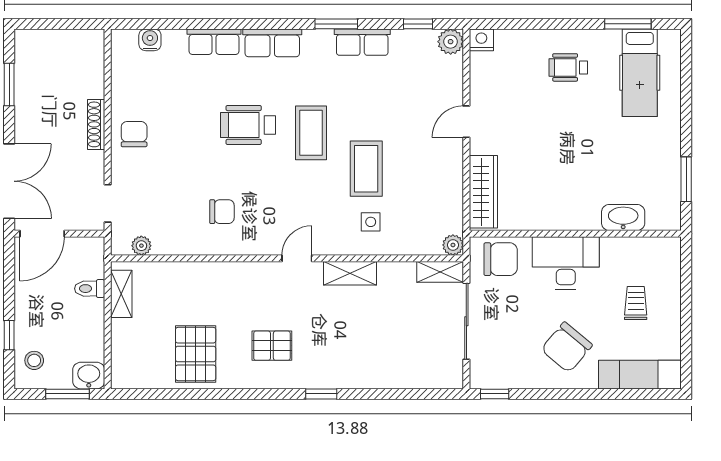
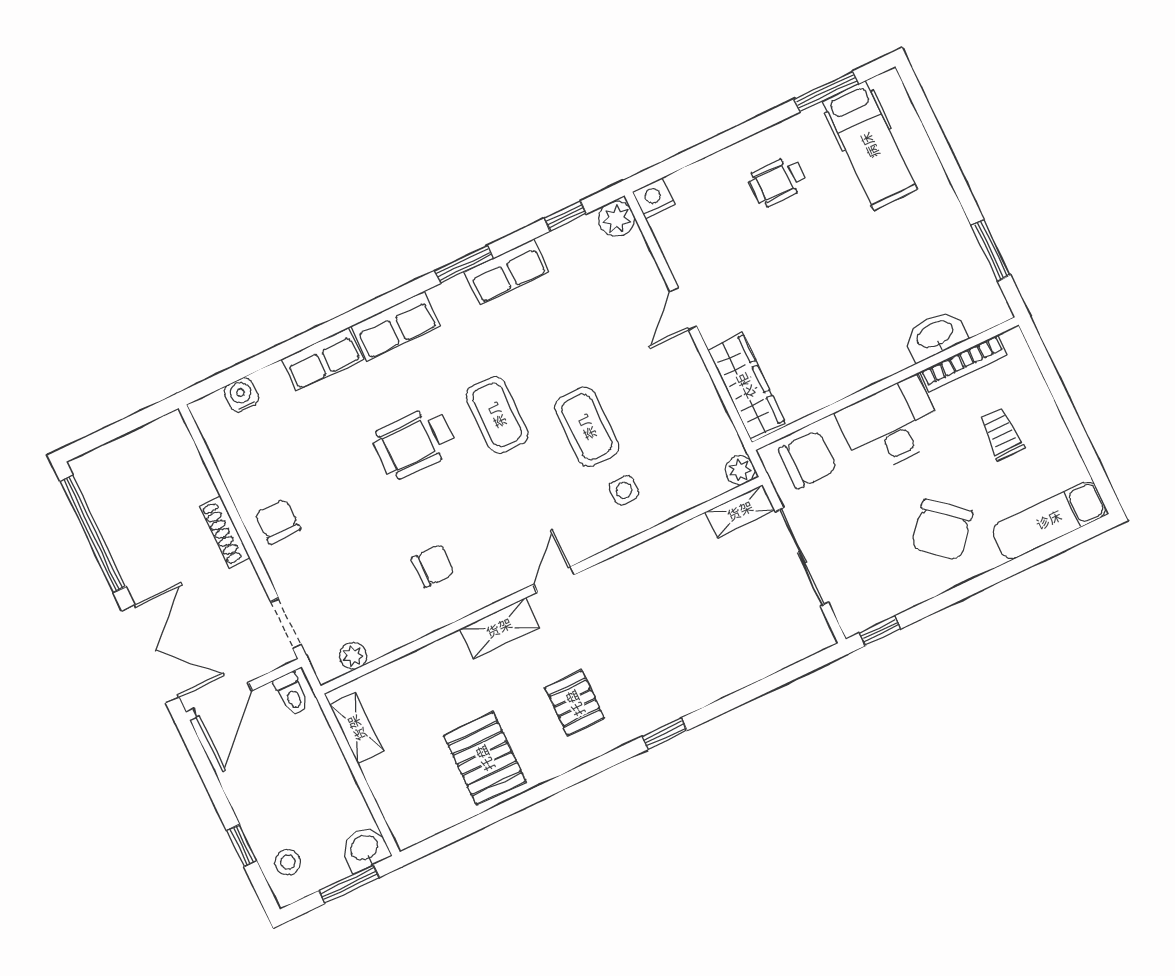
window: (9, 84) -> (93, 534), width x2.11
bookcase: (633, 245) -> (963, 363), added
shelving: (350, 273) -> (499, 628), moved
toilet: (90, 289) -> (292, 694), moved, turned -90
pallet: (272, 346) -> (575, 703), turned 90

